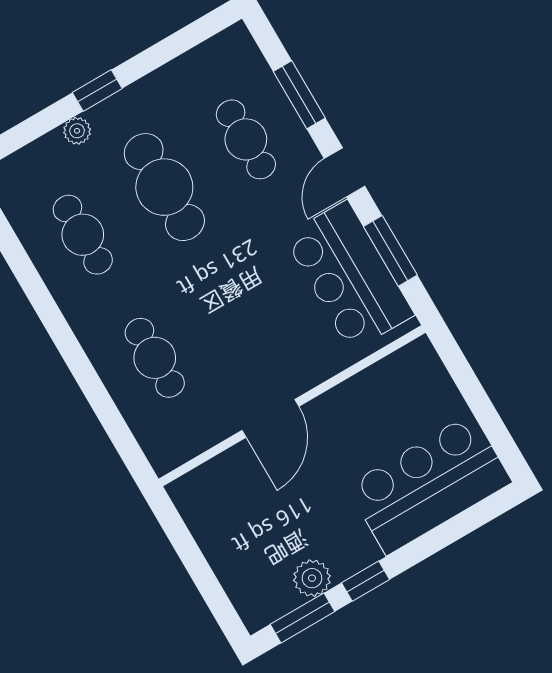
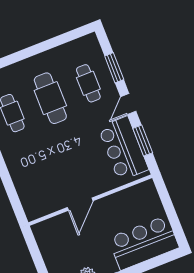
window: (97, 91) -> (28, 52), removed
plant: (77, 131) -> (17, 68), removed
cafe table: (155, 358) -> (35, 171), removed

